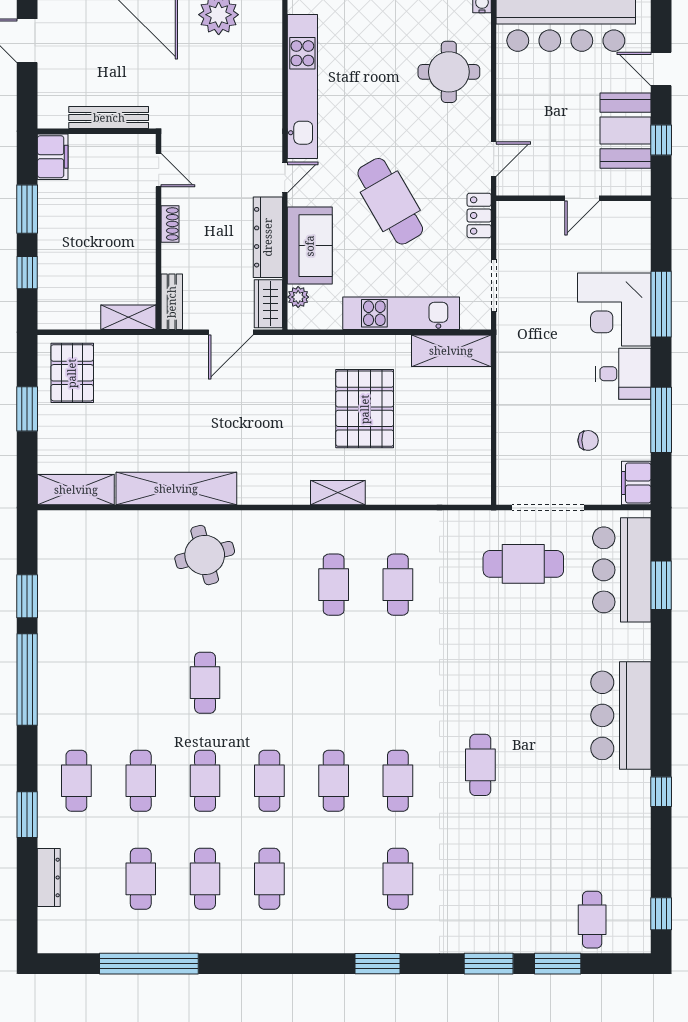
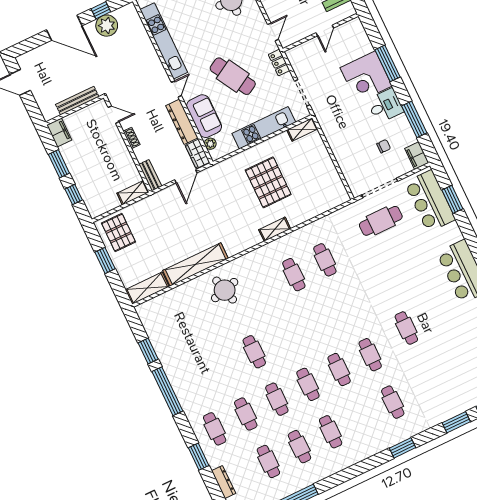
shelving: (451, 351) -> (302, 129), width x0.67, depth x0.75

